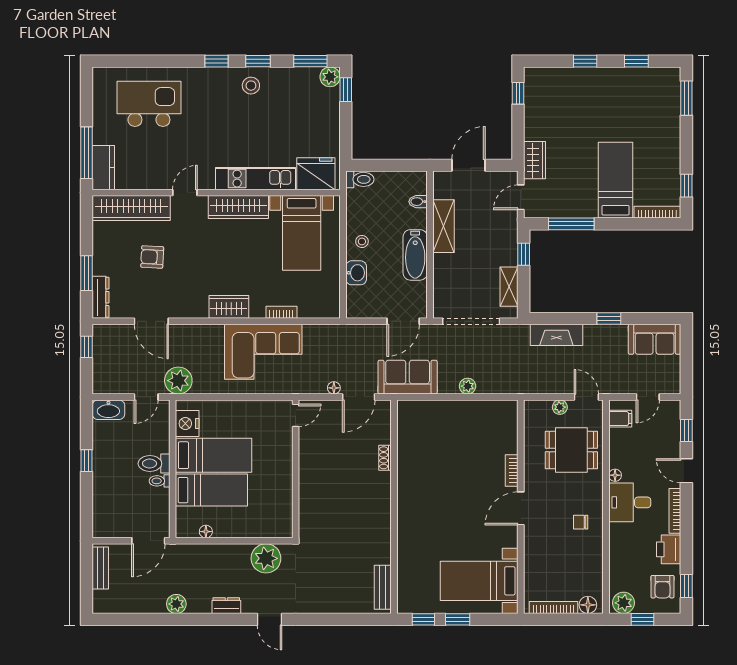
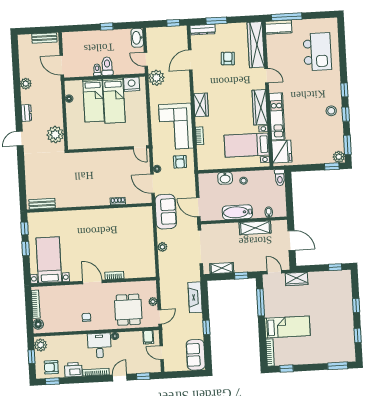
armchair: (324, 348) -> (180, 162), added

